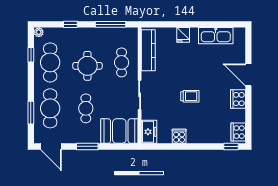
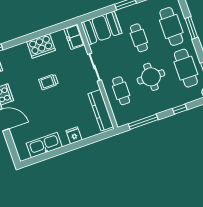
window: (31, 113) -> (191, 28), moved
cooker: (179, 136) -> (41, 46), width x1.87, depth x1.31

